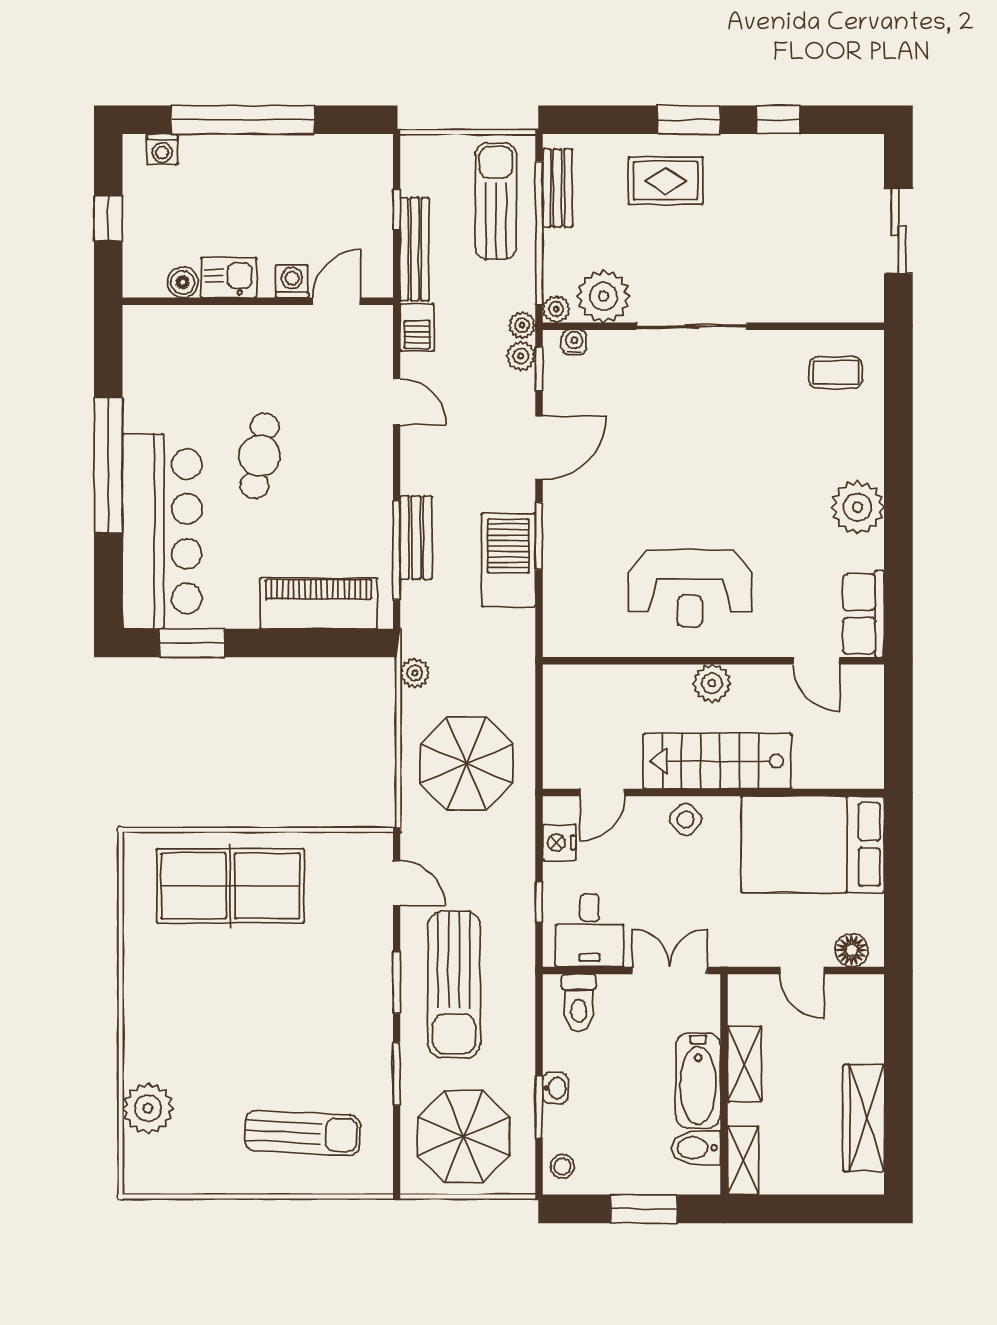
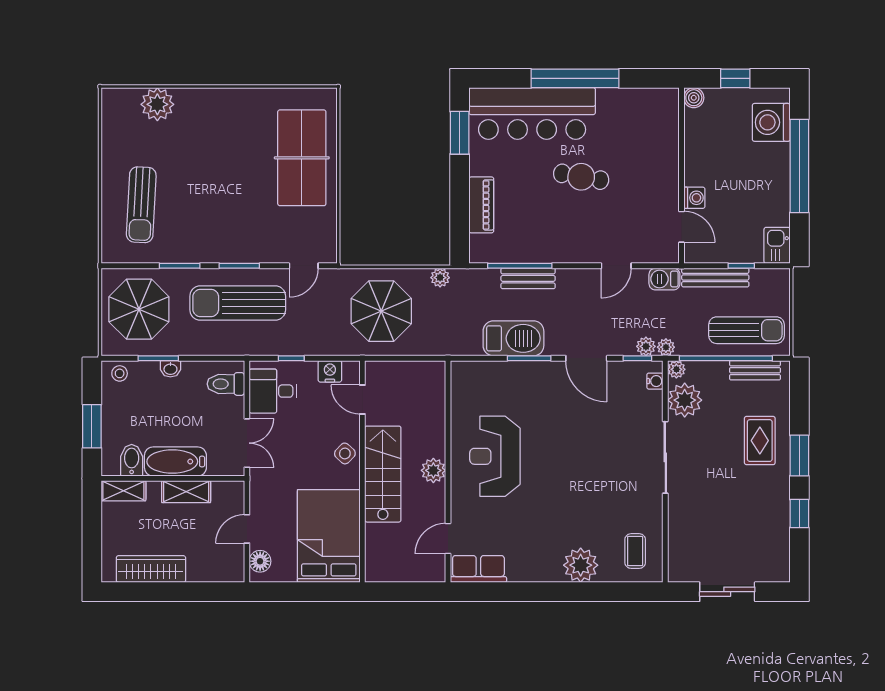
washing machine: (162, 149) -> (771, 122), width x1.89, depth x1.89
kitchen sink: (229, 278) -> (777, 245), moved, turned 180
boiler: (183, 282) -> (694, 98), moved
plant: (858, 507) -> (581, 565), moved
piano: (319, 603) -> (481, 205), width x0.73, depth x0.75

